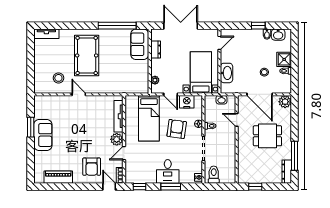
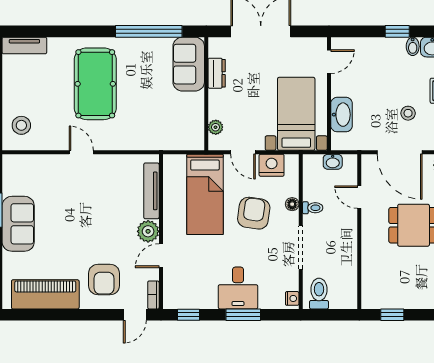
stool: (58, 78) -> (21, 125), moved
piano: (58, 177) -> (45, 294), width x1.37, depth x1.33
door: (109, 187) -> (135, 315), swing flipped

